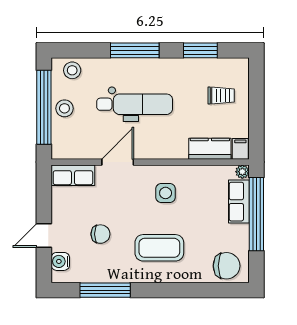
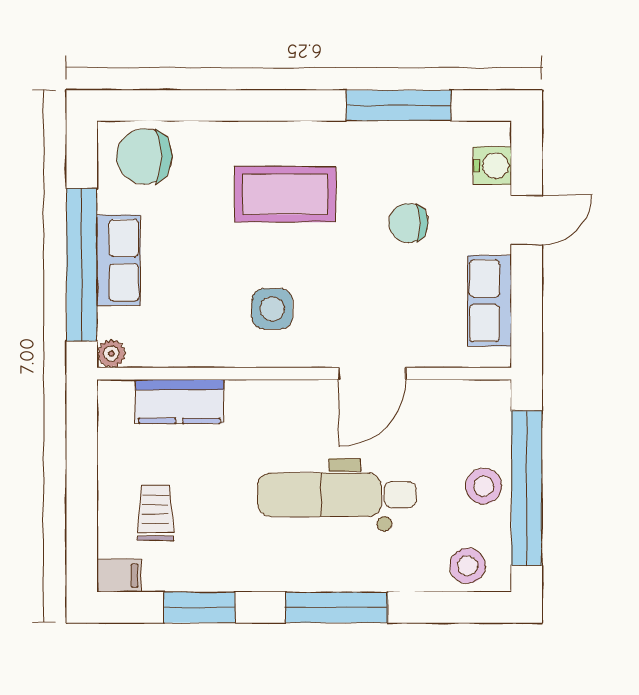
trolley: (221, 95) -> (156, 513), turned 90
filing cabinet: (240, 149) -> (119, 576), moved, turned -90
row of seats: (73, 175) -> (490, 301), moved, turned -90
row of seats: (239, 202) -> (119, 260), moved

